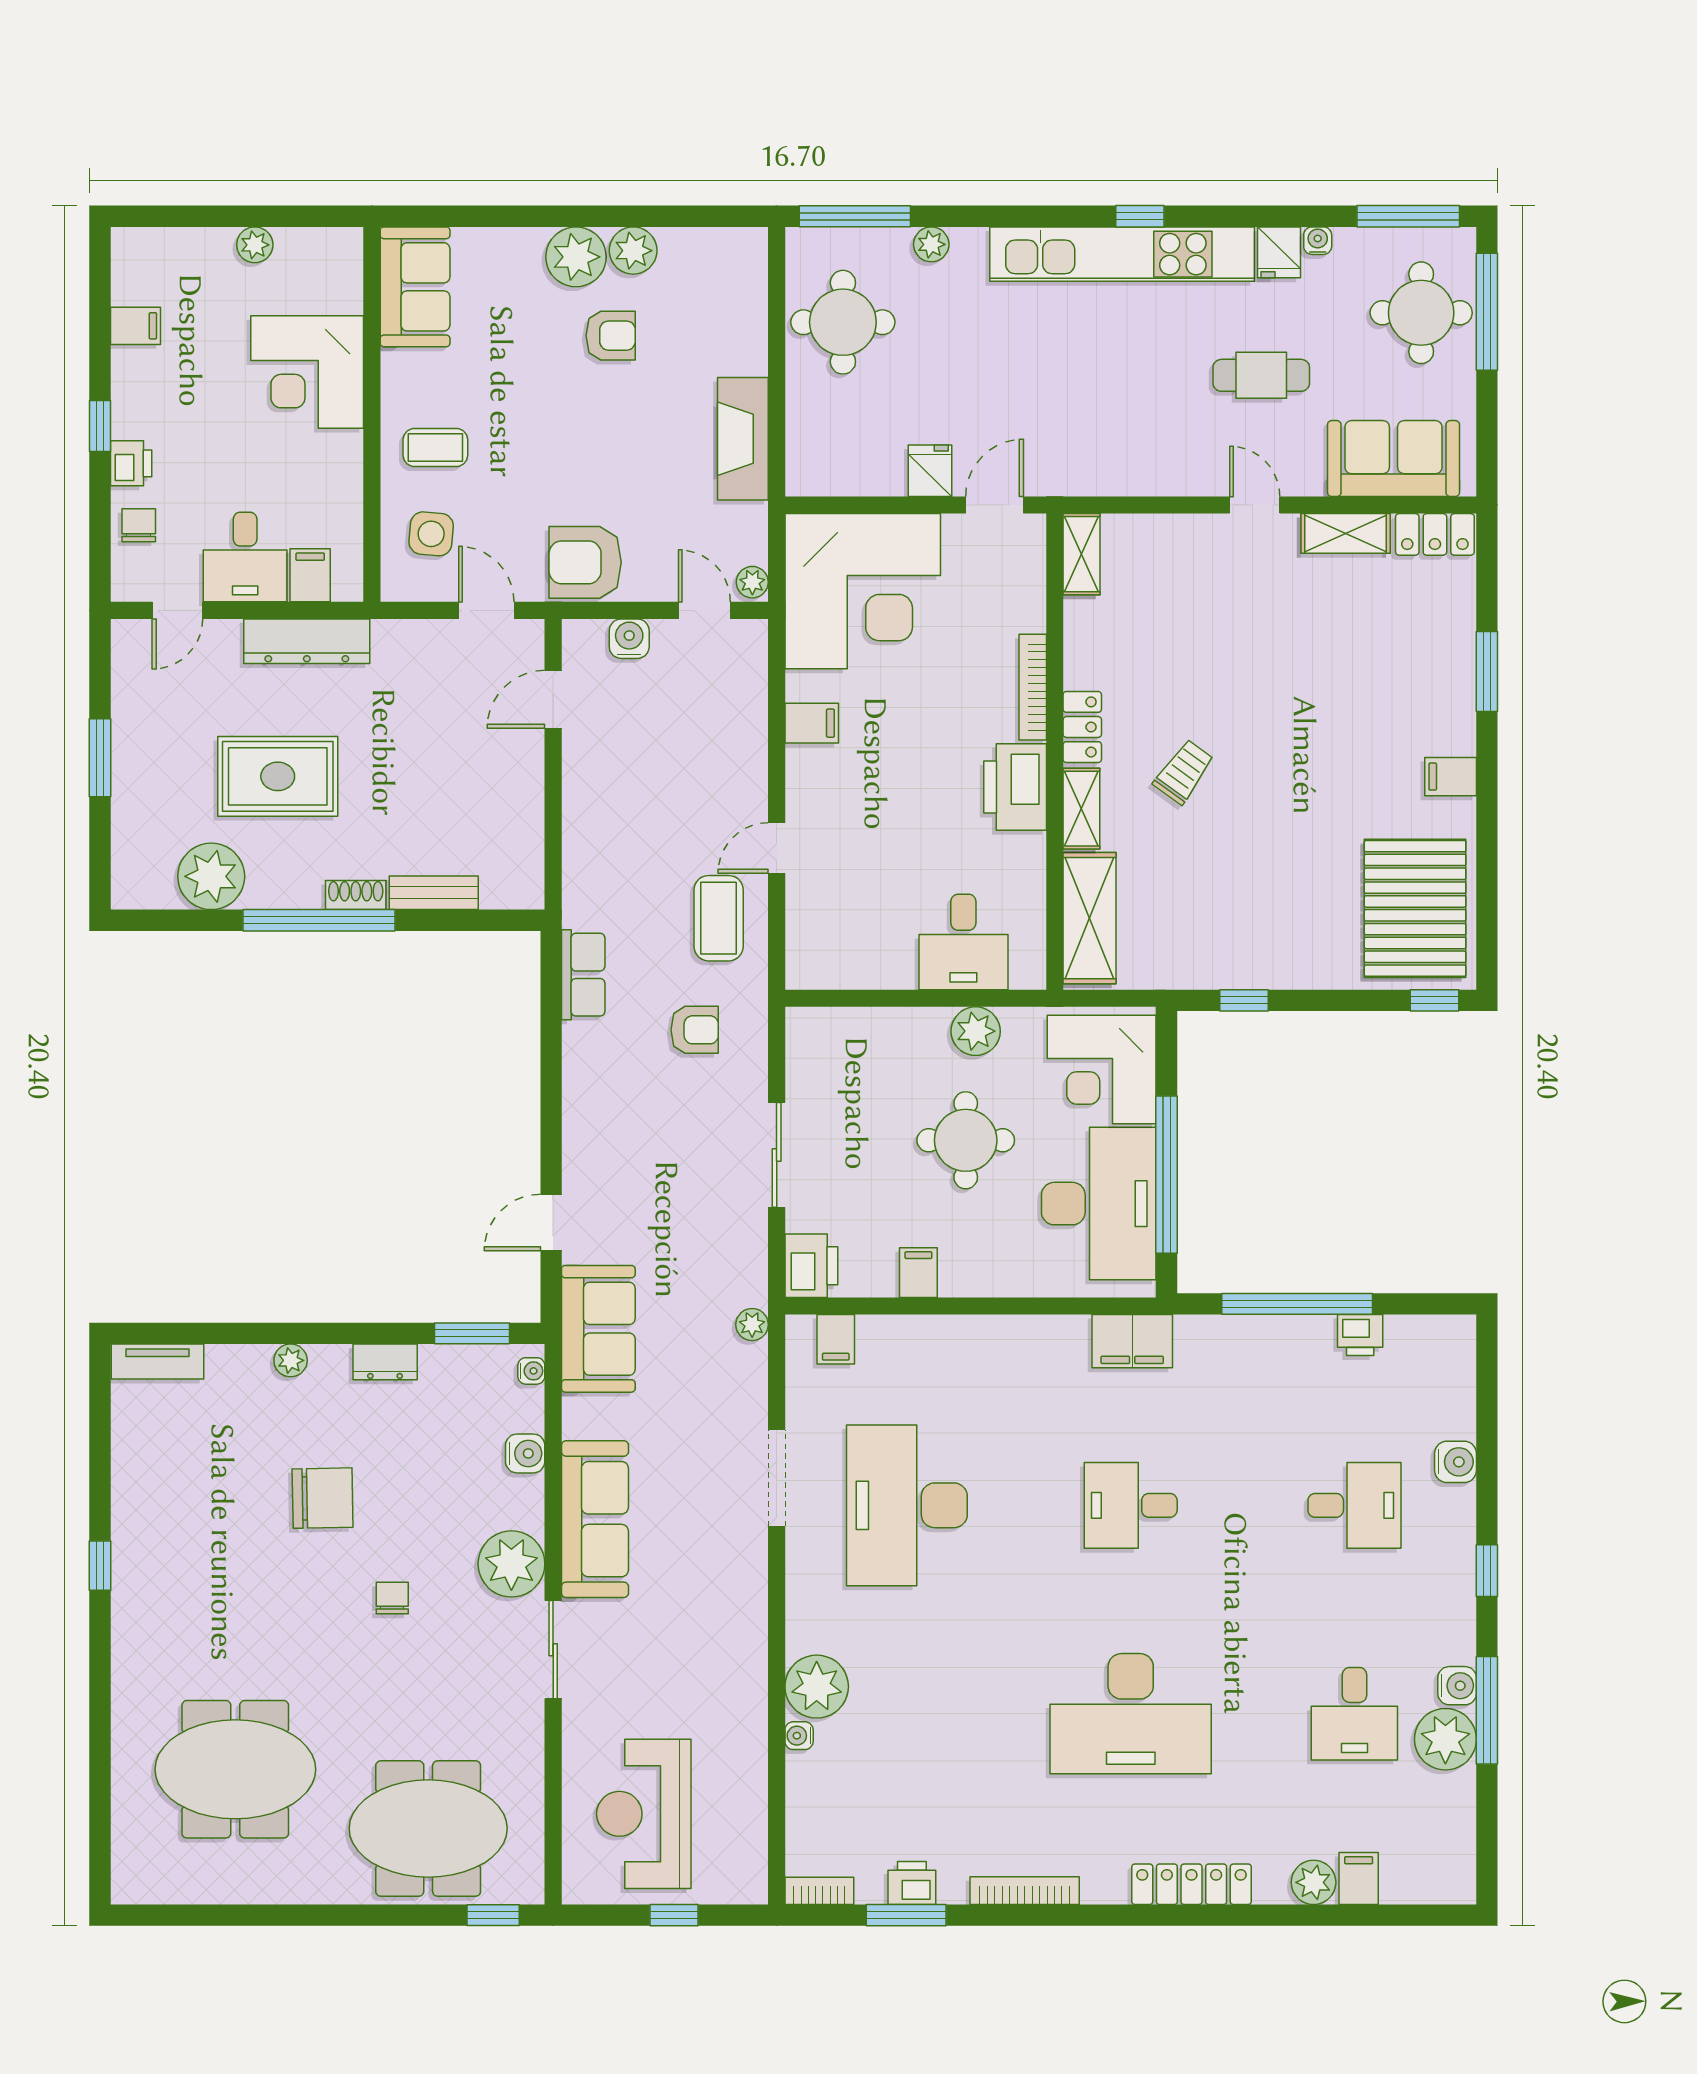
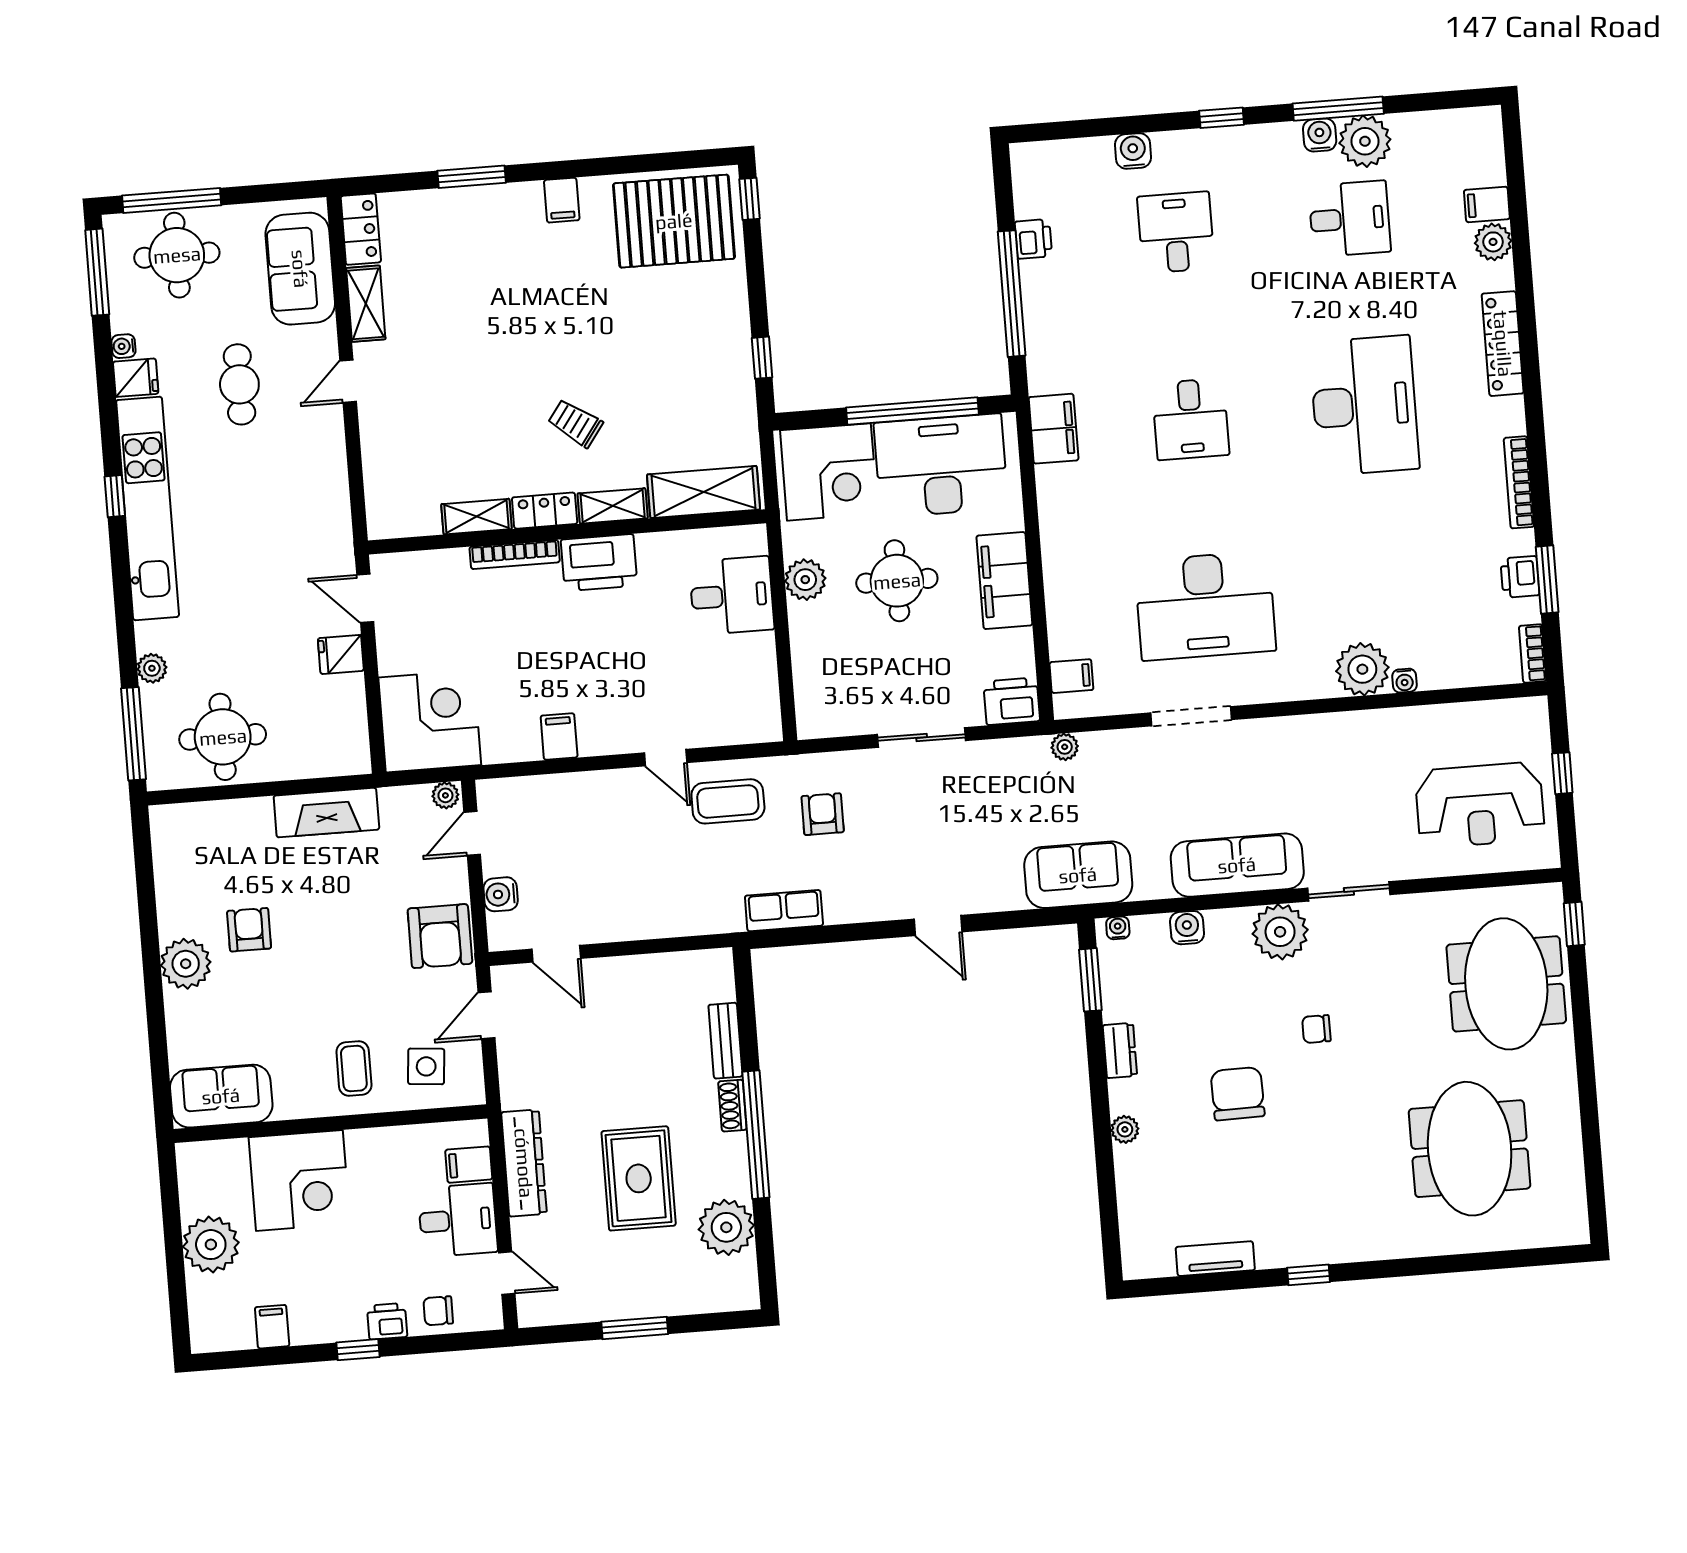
plant: (255, 245) -> (211, 1245), width x1.88, depth x1.88
plant: (633, 251) -> (177, 916), removed
shelving: (1082, 554) -> (476, 517), moved
corner desk: (863, 591) -> (430, 721), width x0.74, depth x0.74
door: (551, 1222) -> (938, 925), moved
filing cabinet: (918, 1273) -> (1004, 580), width x3.00, depth x1.17
tv unit: (158, 1362) -> (1215, 1259), moved, turned -90

